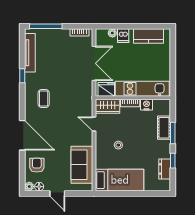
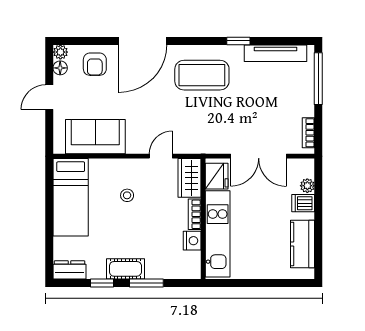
coffee table: (44, 99) -> (202, 75), width x1.86, depth x1.72
cot: (164, 128) -> (125, 269), moved
armchair: (37, 165) -> (95, 64), turned 90
dresser: (165, 169) -> (70, 270), moved

